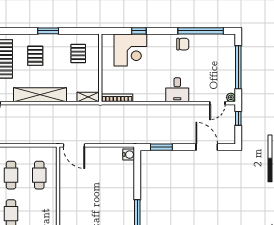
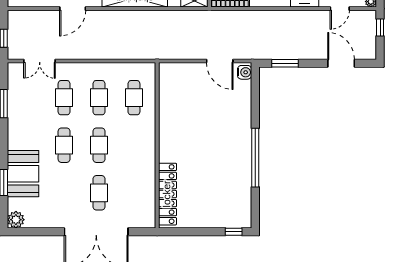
door: (217, 103) -> (340, 9), moved
door: (74, 145) -> (220, 61), moved

